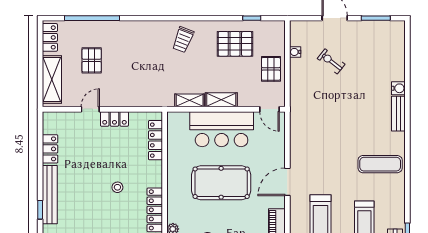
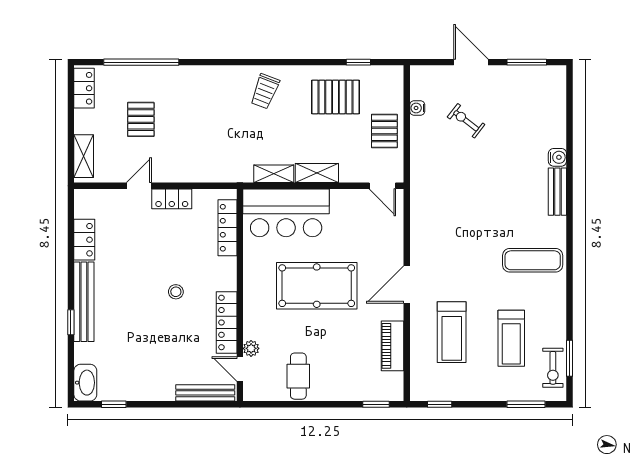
shelving: (52, 79) -> (84, 156), width x0.67, depth x0.75
bar counter: (222, 129) -> (286, 213), moved

